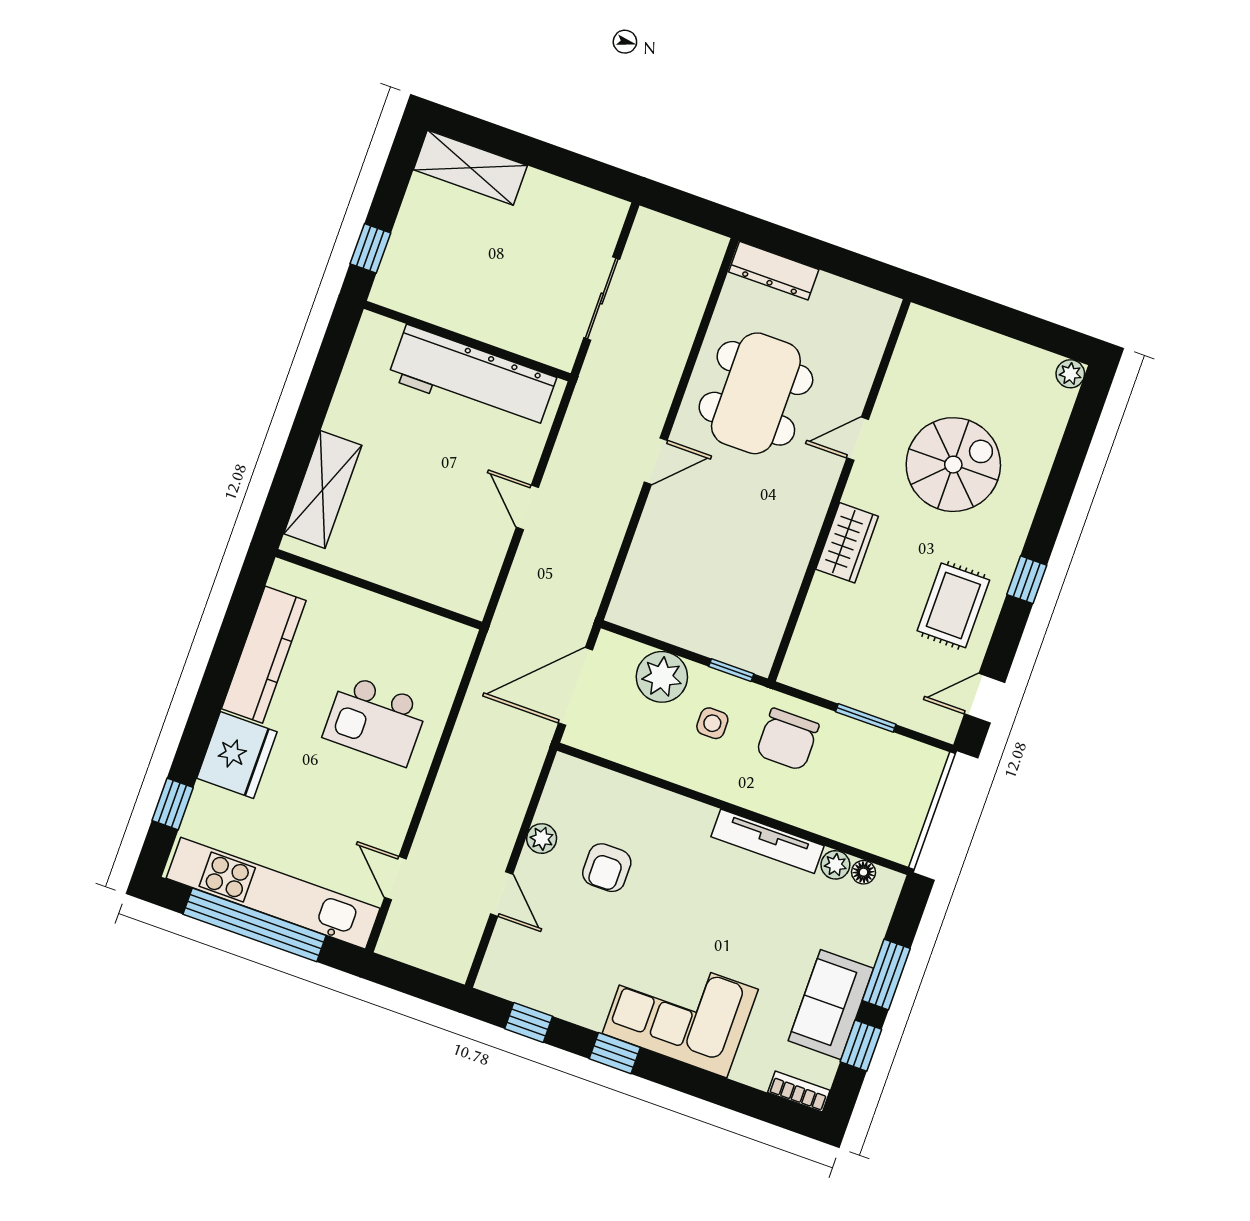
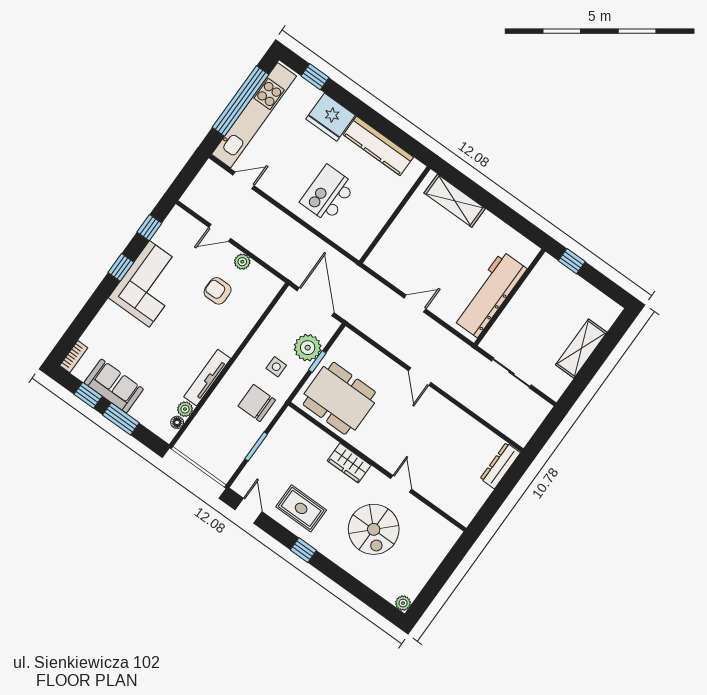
shelving: (470, 168) -> (581, 349), moved
dining table: (756, 393) -> (339, 398), moved
window: (731, 670) -> (317, 361), moved
corner sofa: (680, 1011) -> (149, 284), moved

